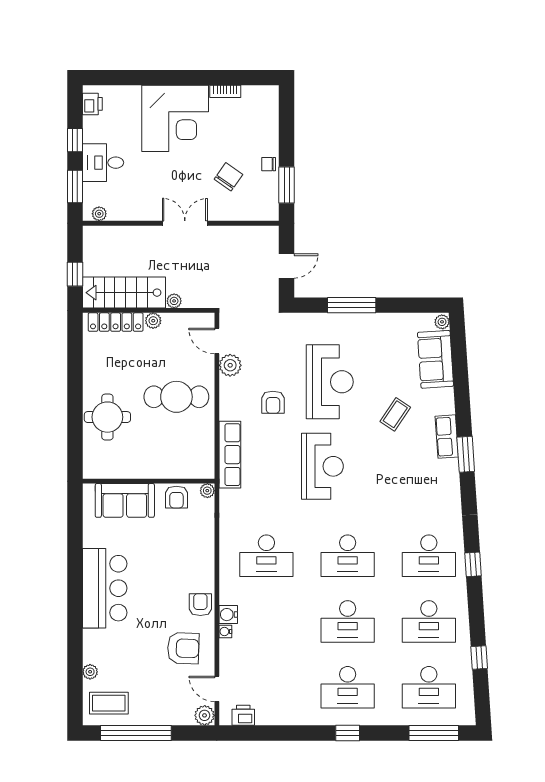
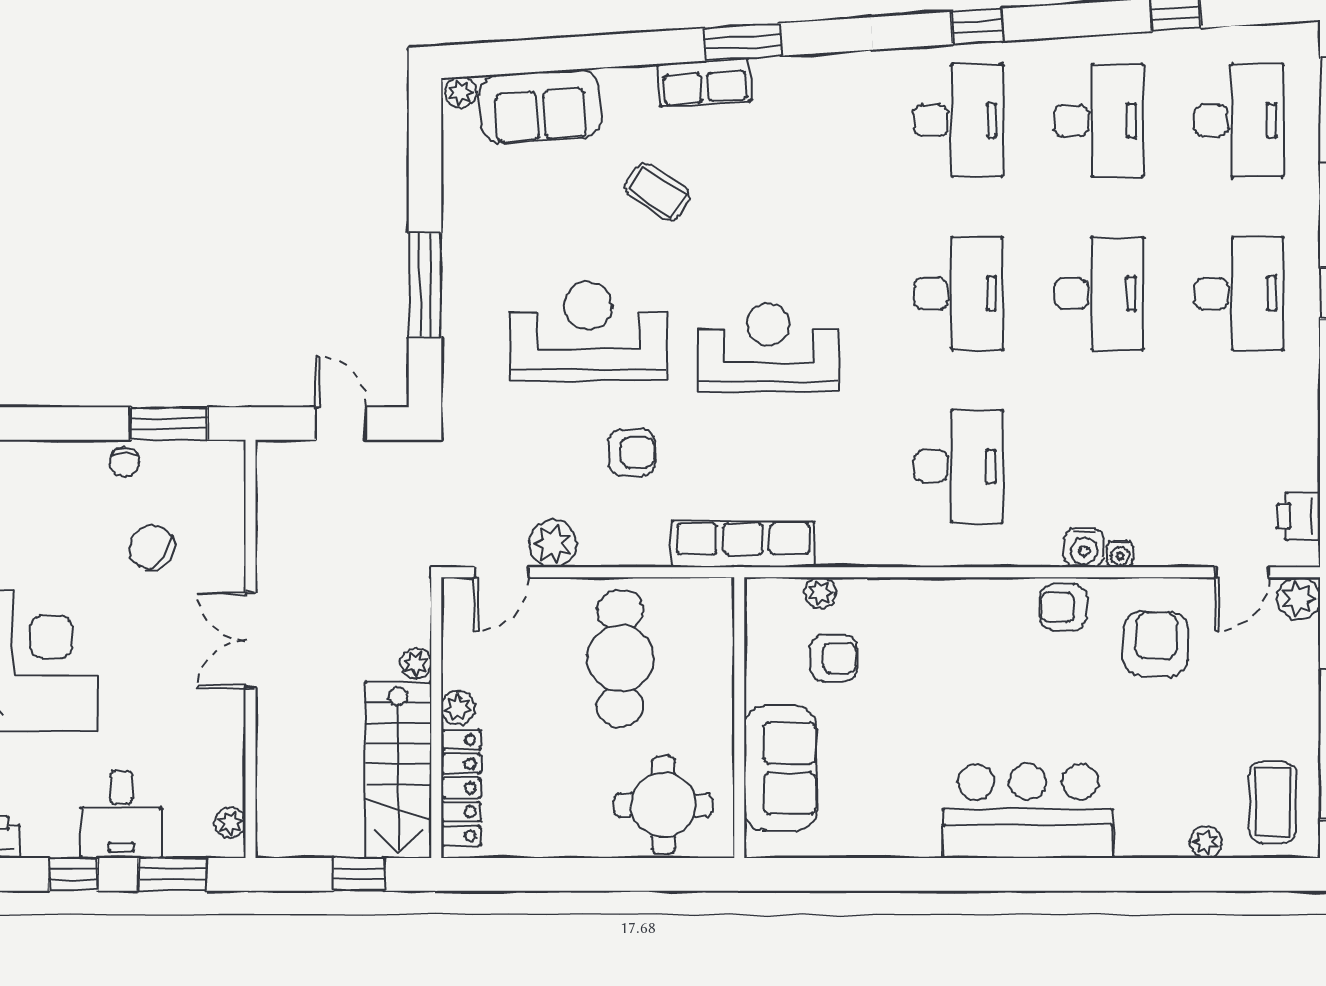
wall: (149, 481) -> (739, 718), moved
sofa: (125, 500) -> (780, 768), moved

